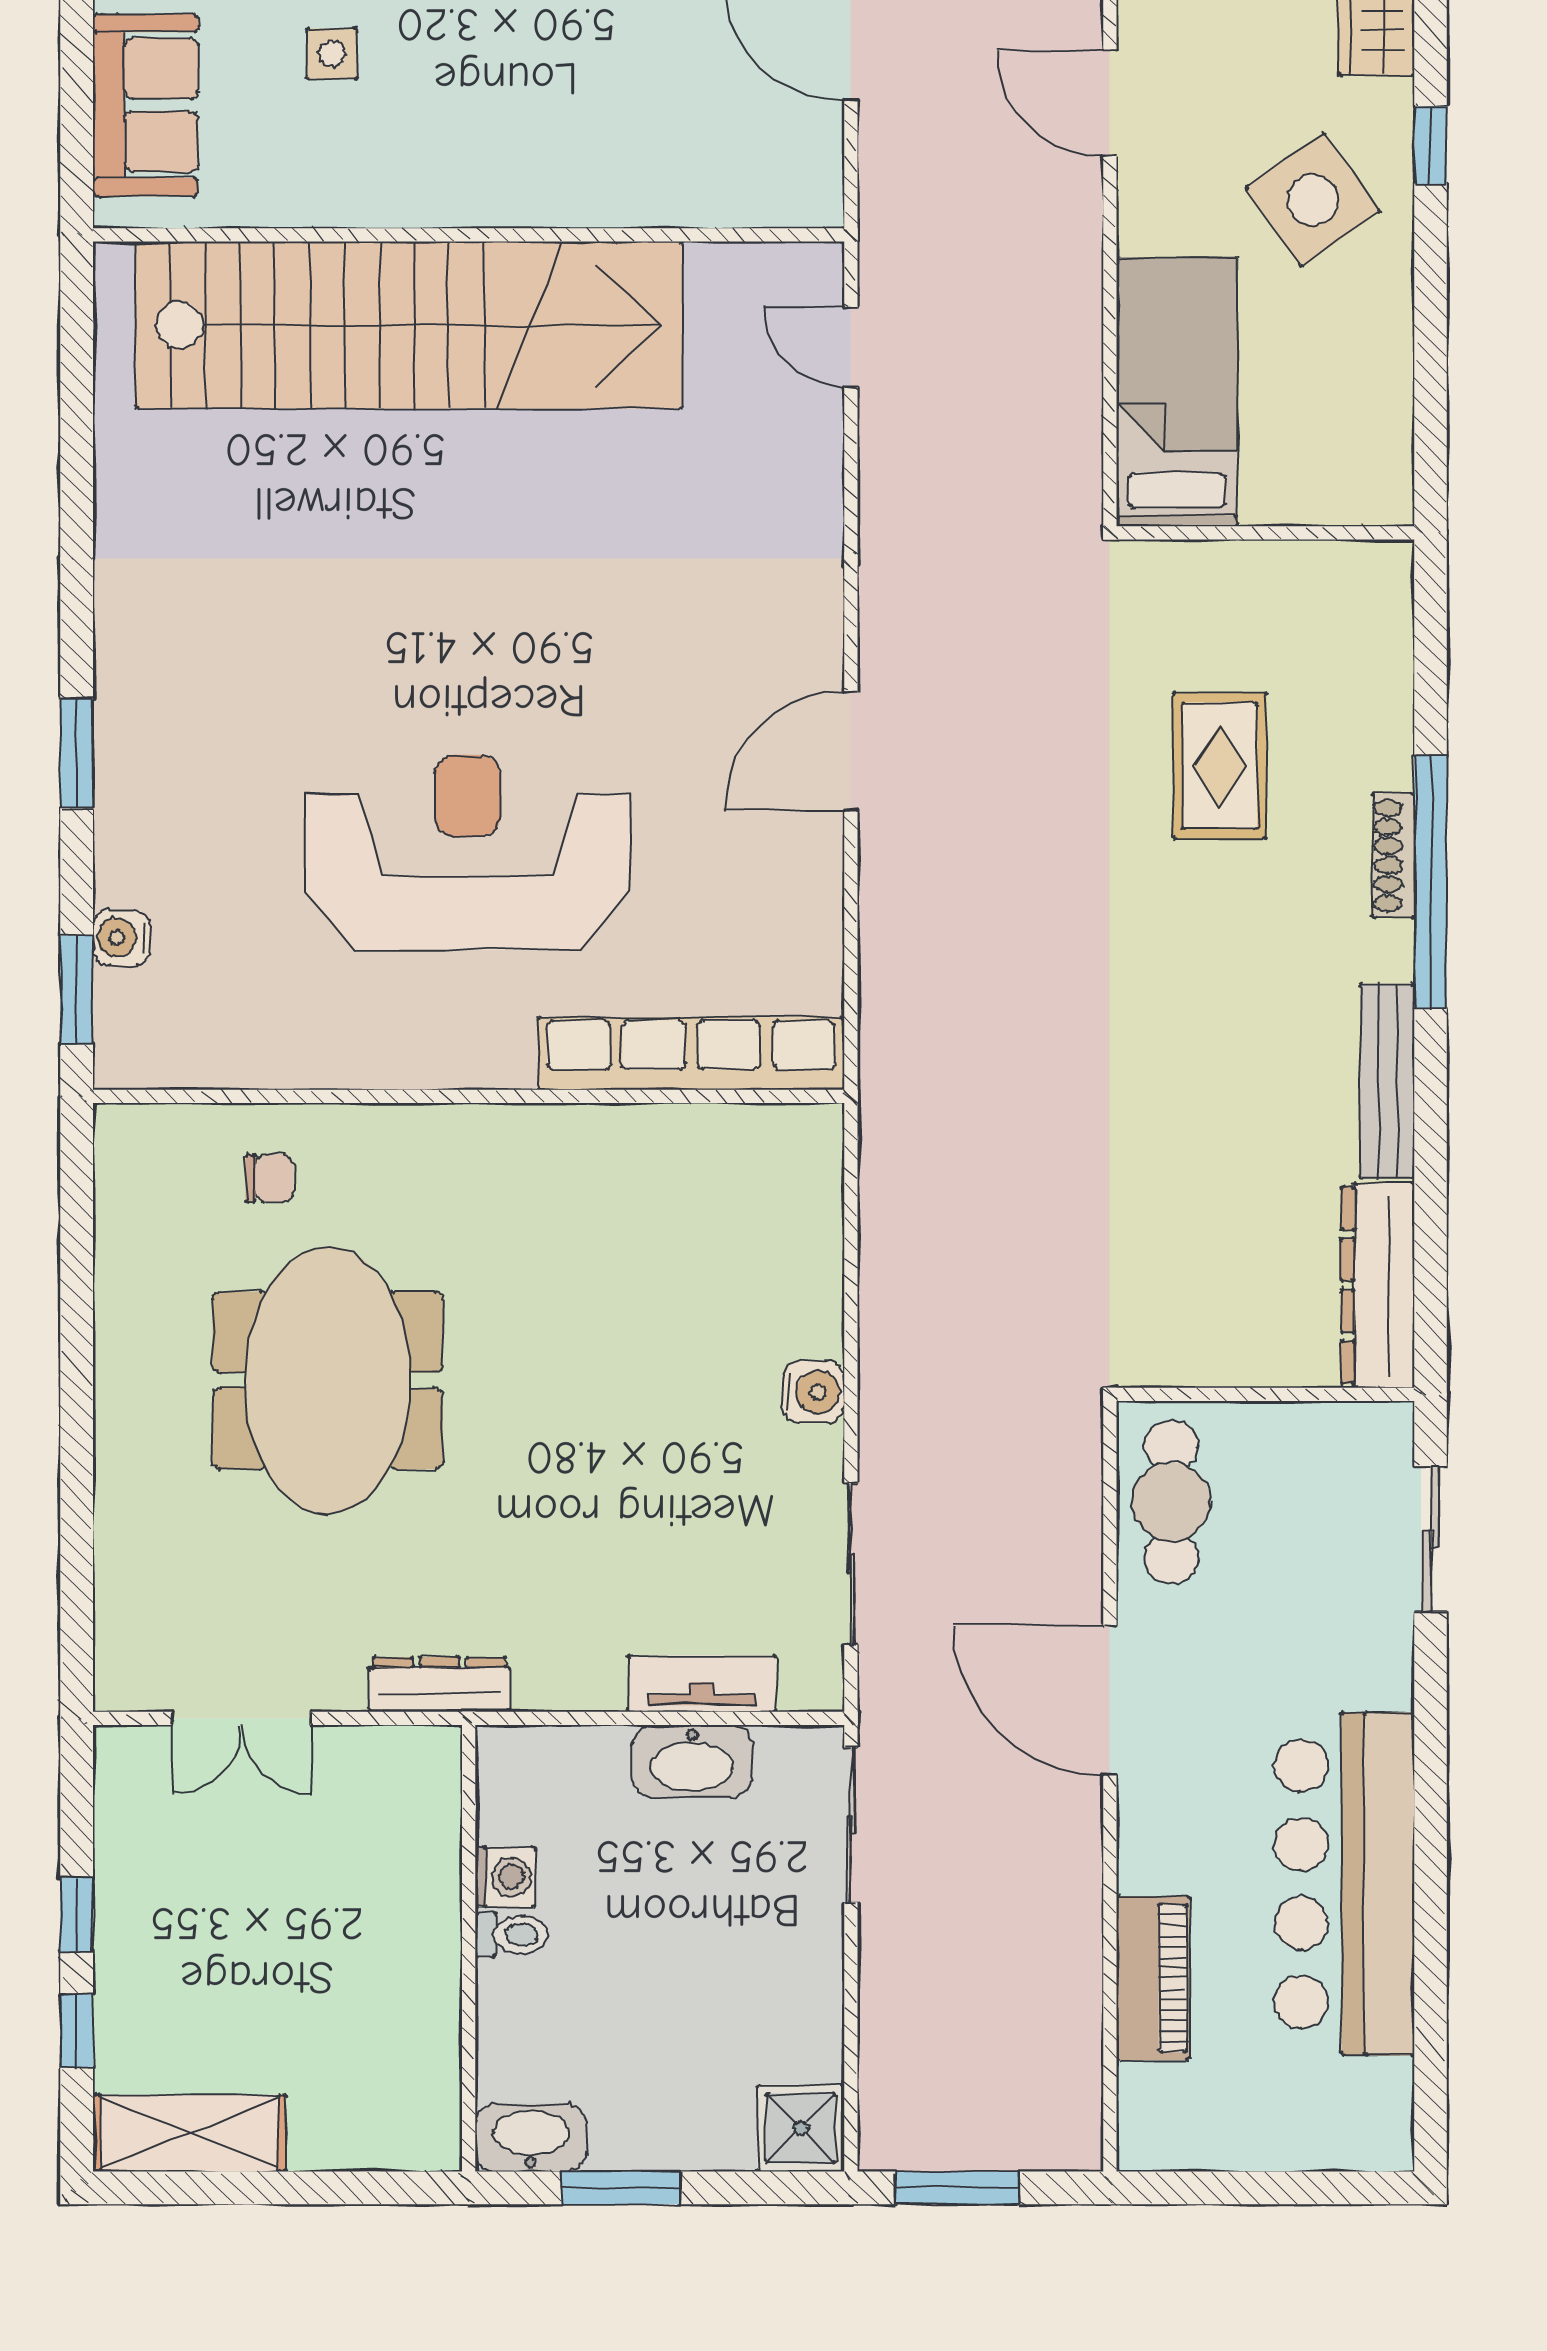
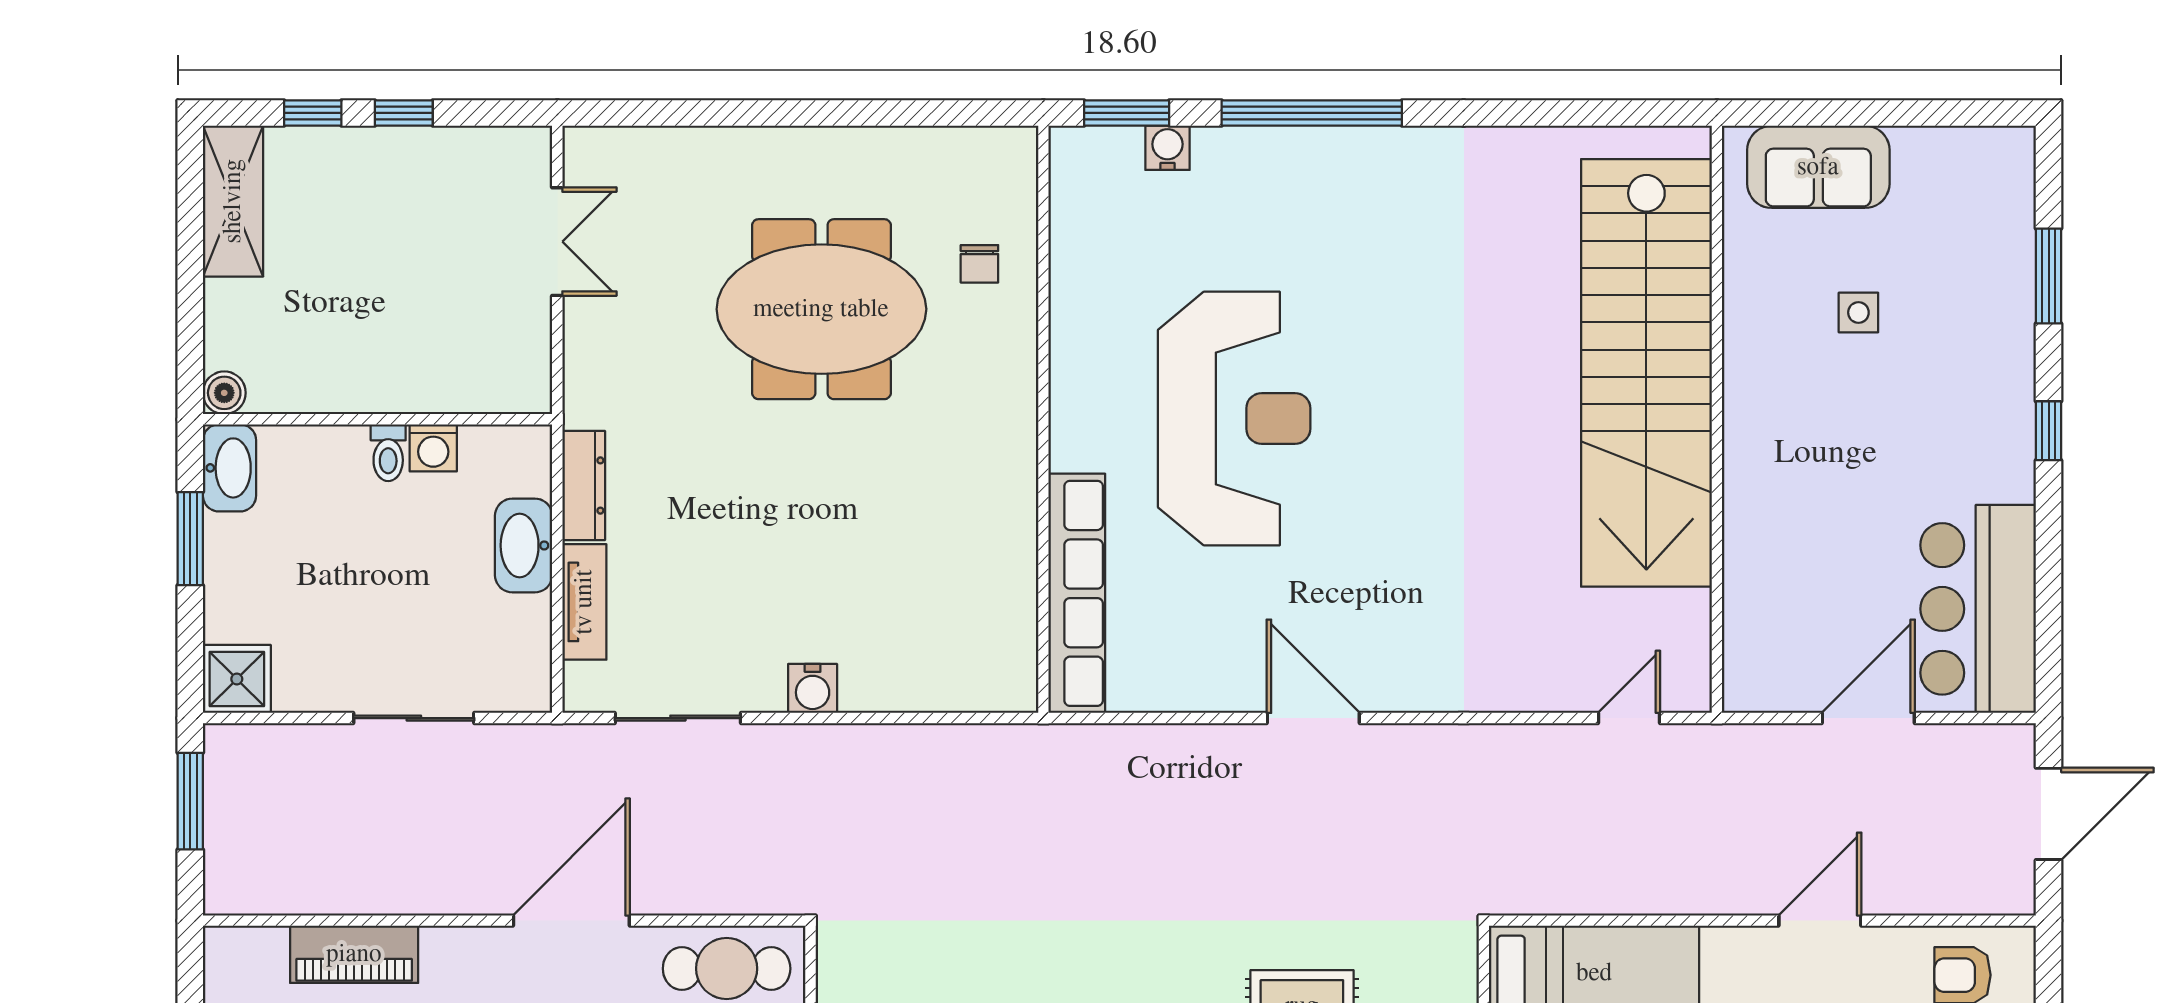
window: (77, 753) -> (1312, 113), width x2.11
dresser: (440, 1684) -> (584, 486), moved
double door: (241, 1718) -> (557, 242), swing flipped
washbasin: (692, 1761) -> (524, 545), moved
sliding door: (851, 1825) -> (414, 718), moved
boiler: (435, 2144) -> (224, 393), added

